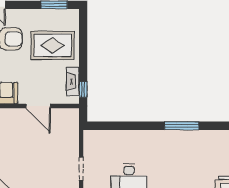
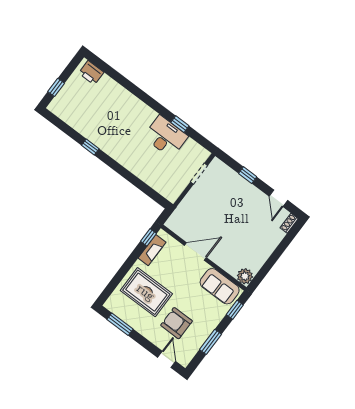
door: (38, 106) -> (195, 252), hinge flipped
window: (182, 126) -> (90, 147), width x0.46

